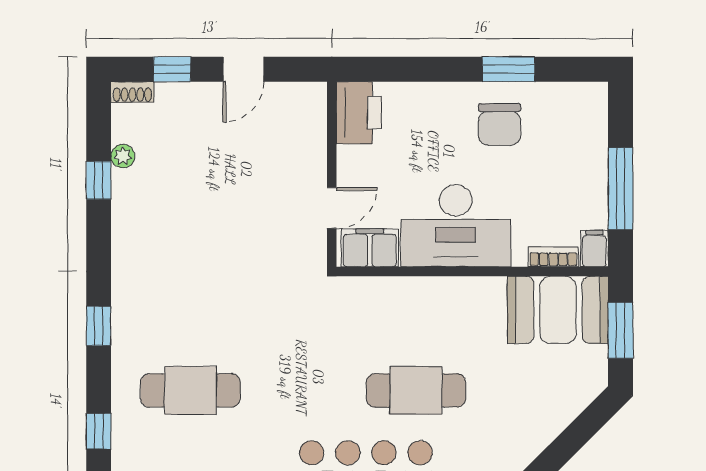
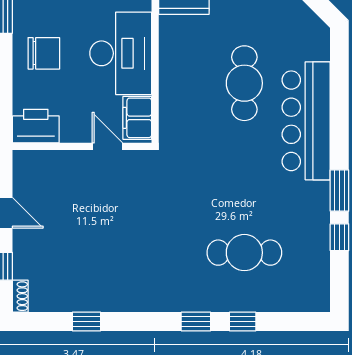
chair: (499, 124) -> (44, 53), moved
plant: (123, 156) -> (68, 303), removed
cafe table: (190, 390) -> (244, 253), turned 90
window: (99, 431) -> (243, 322), moved

